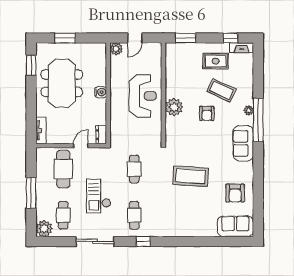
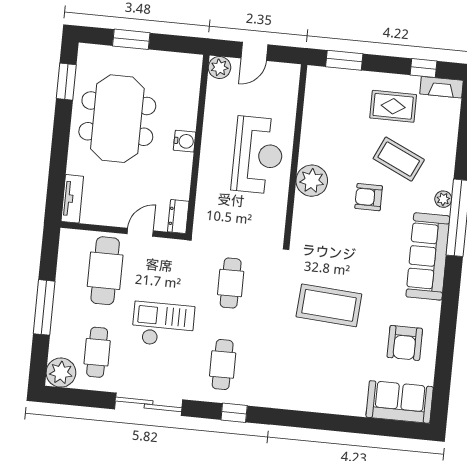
armchair: (207, 113) -> (369, 197), turned 90
sofa: (243, 143) -> (428, 256), width x1.36
checkout: (99, 196) -> (163, 325), turned 90

